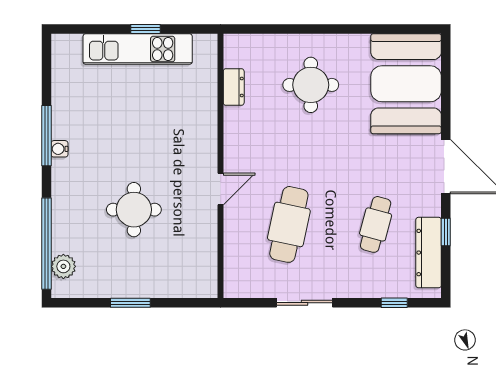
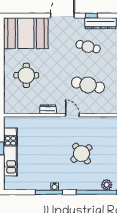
dresser: (234, 87) -> (48, 109), moved
round table: (134, 210) -> (81, 154), turned -38

